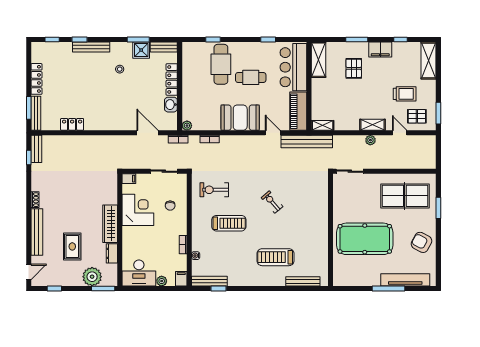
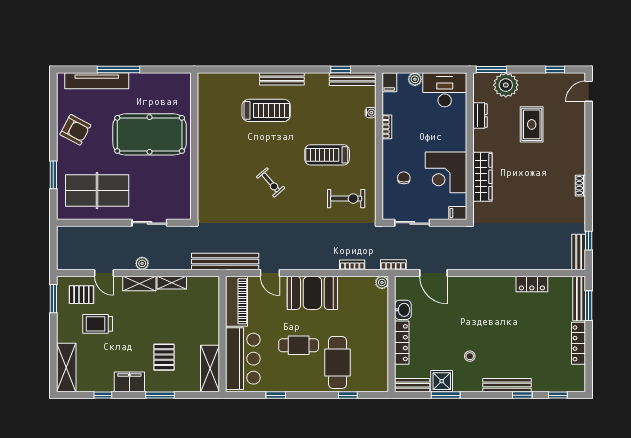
shelving: (323, 125) -> (172, 283), moved
sliding door: (350, 171) -> (149, 223), moved
wardrobe: (110, 224) -> (482, 177), moved
bench: (37, 232) -> (578, 143), removed
bench: (303, 281) -> (282, 79), moved

